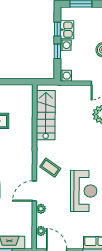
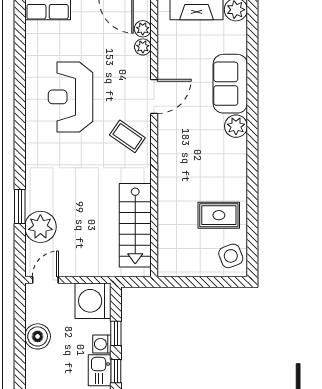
washing machine: (66, 76) -> (93, 301), width x1.89, depth x1.89
plant: (41, 209) -> (143, 47), moved

